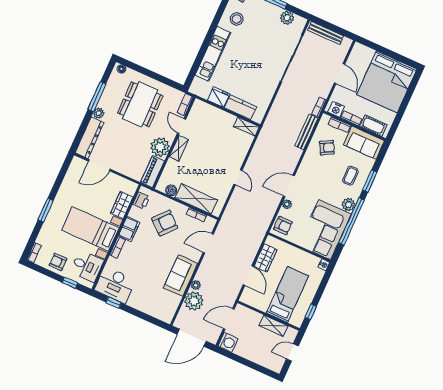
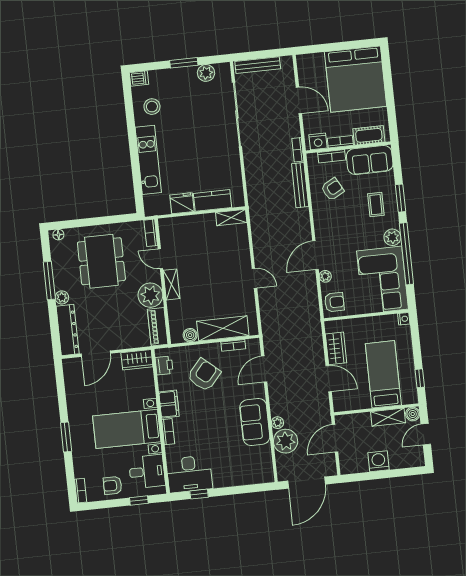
wardrobe: (122, 205) -> (137, 360), moved, turned -90
boiler: (292, 333) -> (413, 414), added
washing machine: (228, 342) -> (379, 461), moved, turned -90

